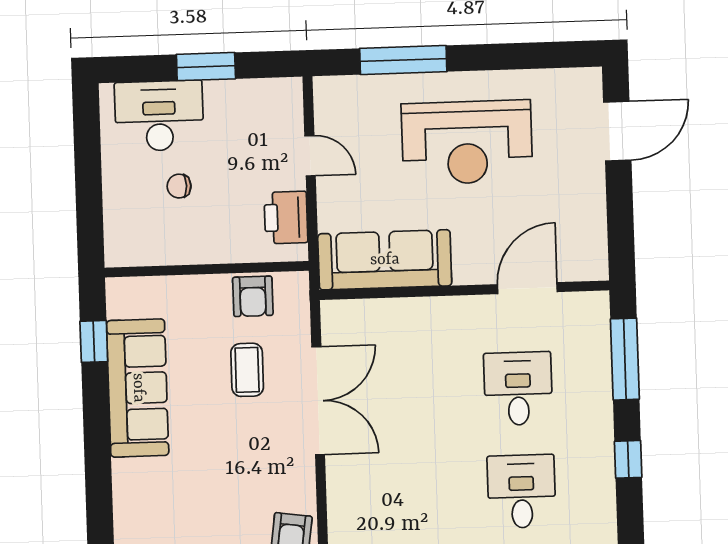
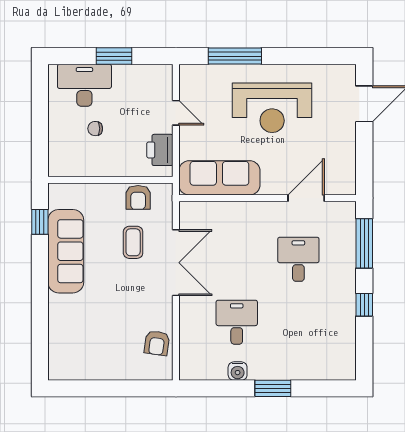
desk: (522, 491) -> (237, 322), moved

